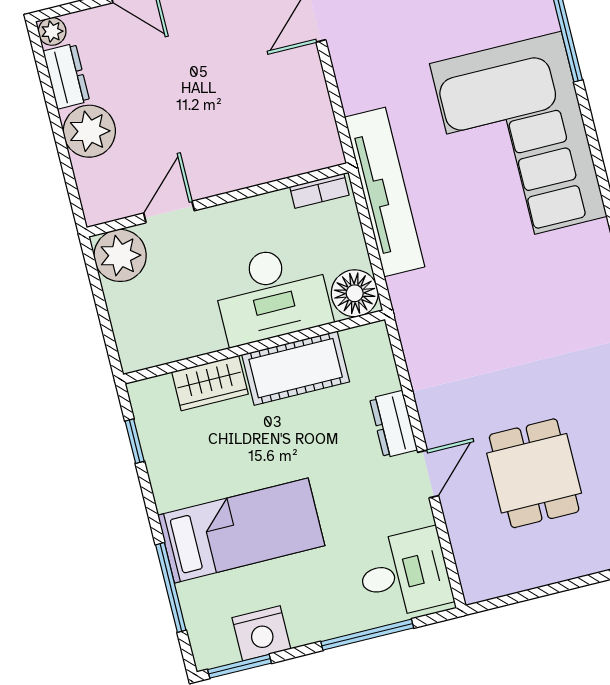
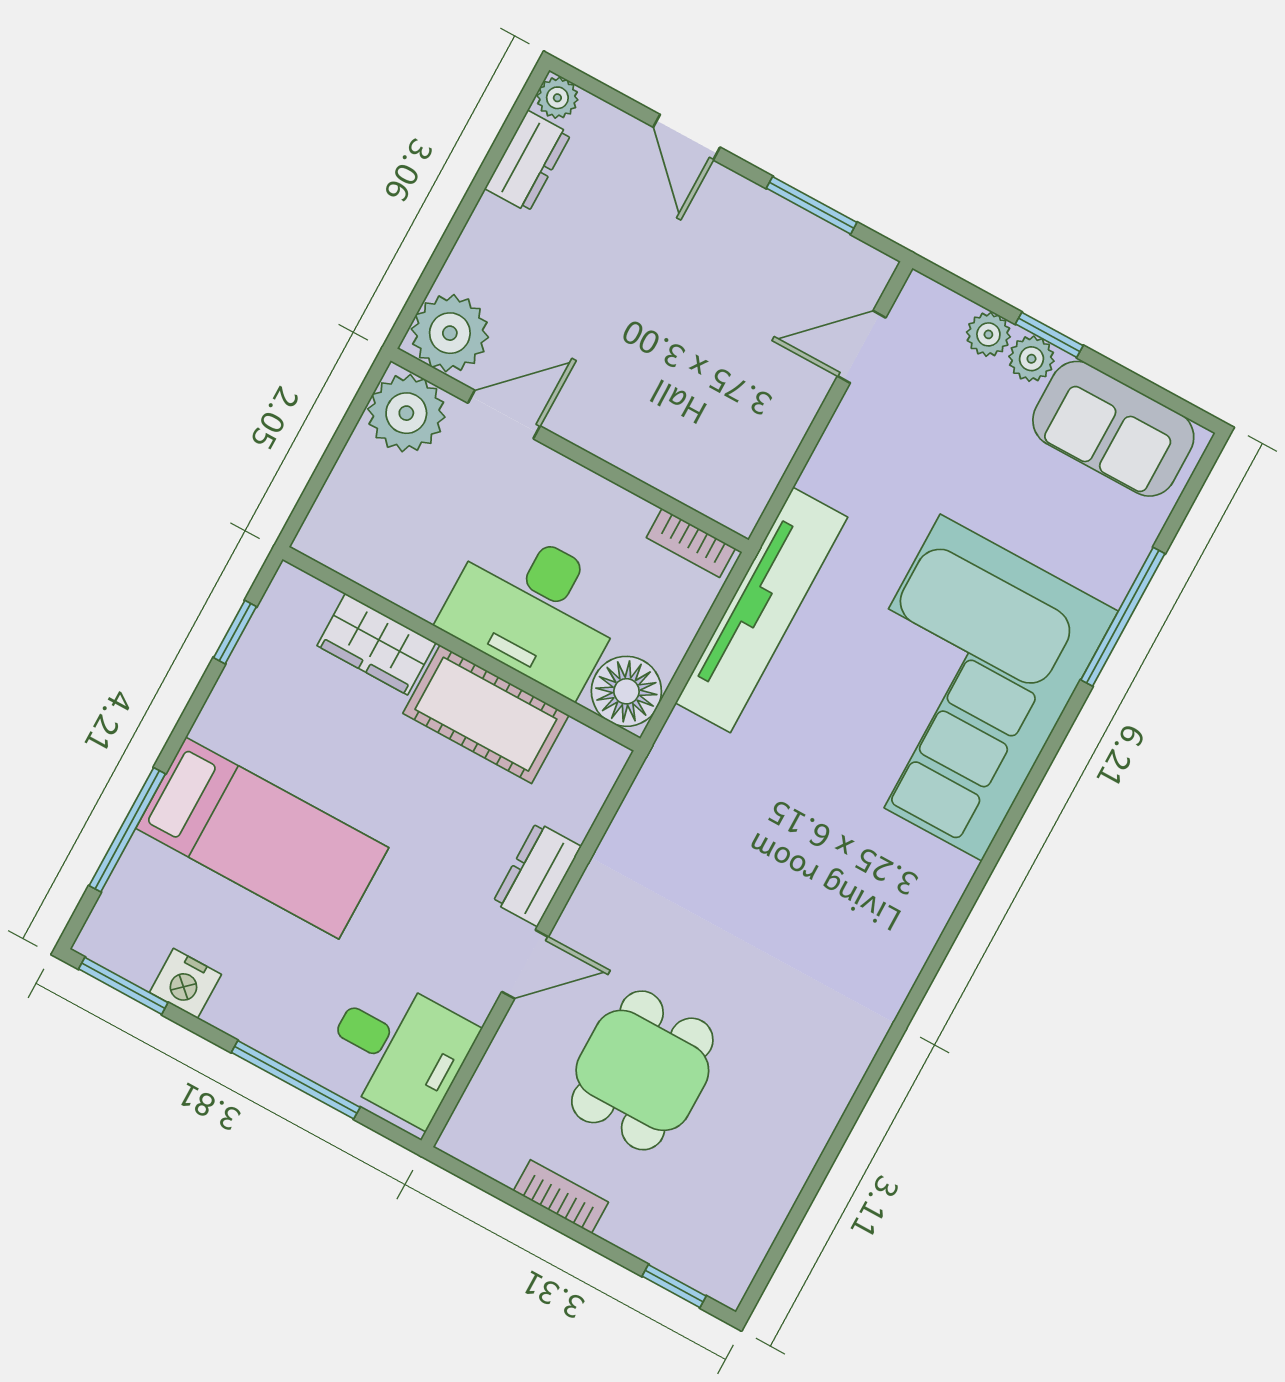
plant: (89, 131) -> (450, 333), moved
bookcase: (551, 572) -> (561, 1197), added
nightstand: (261, 633) -> (185, 983), width x0.74, depth x0.75

